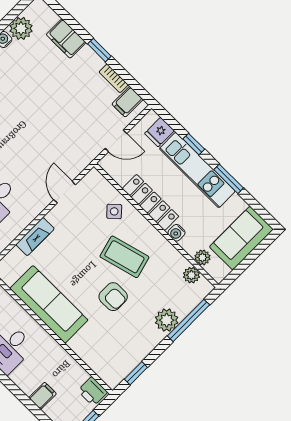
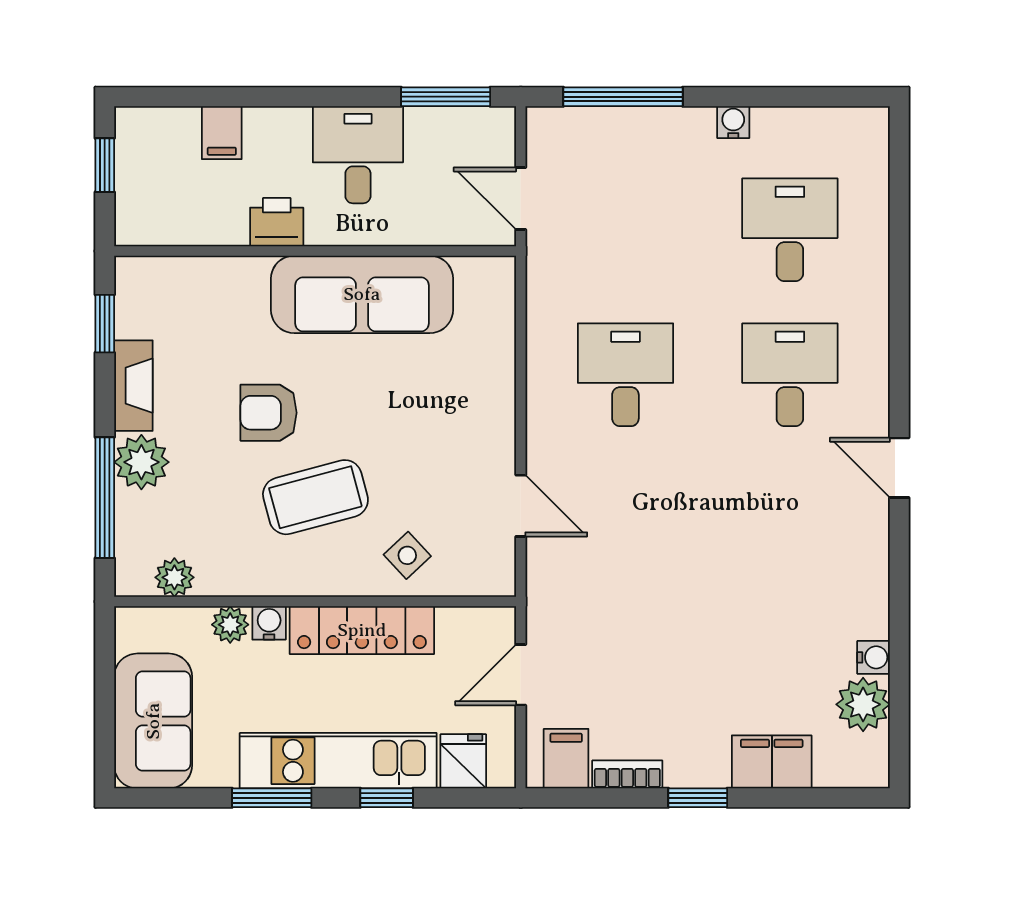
fireplace: (35, 237) -> (133, 386), moved, turned 180
plant: (202, 257) -> (230, 625), moved
printer: (93, 391) -> (277, 222), moved

